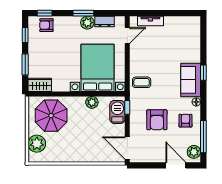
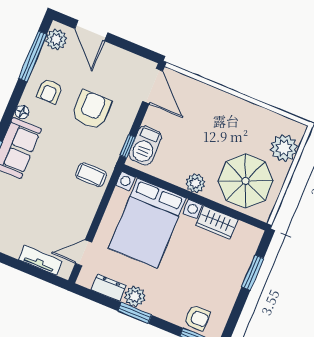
window: (25, 35) -> (235, 316), removed
wardrobe: (40, 85) -> (217, 222), moved
plant: (92, 102) -> (195, 183), moved

